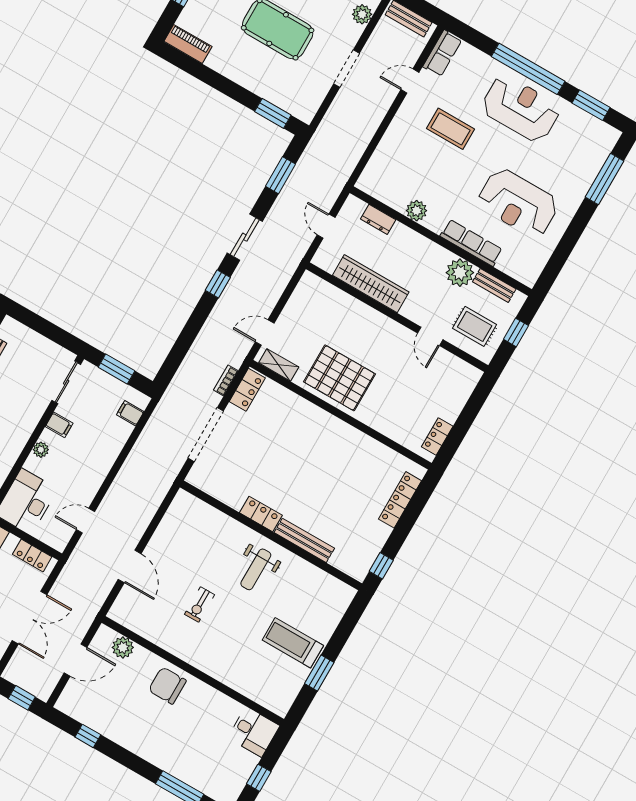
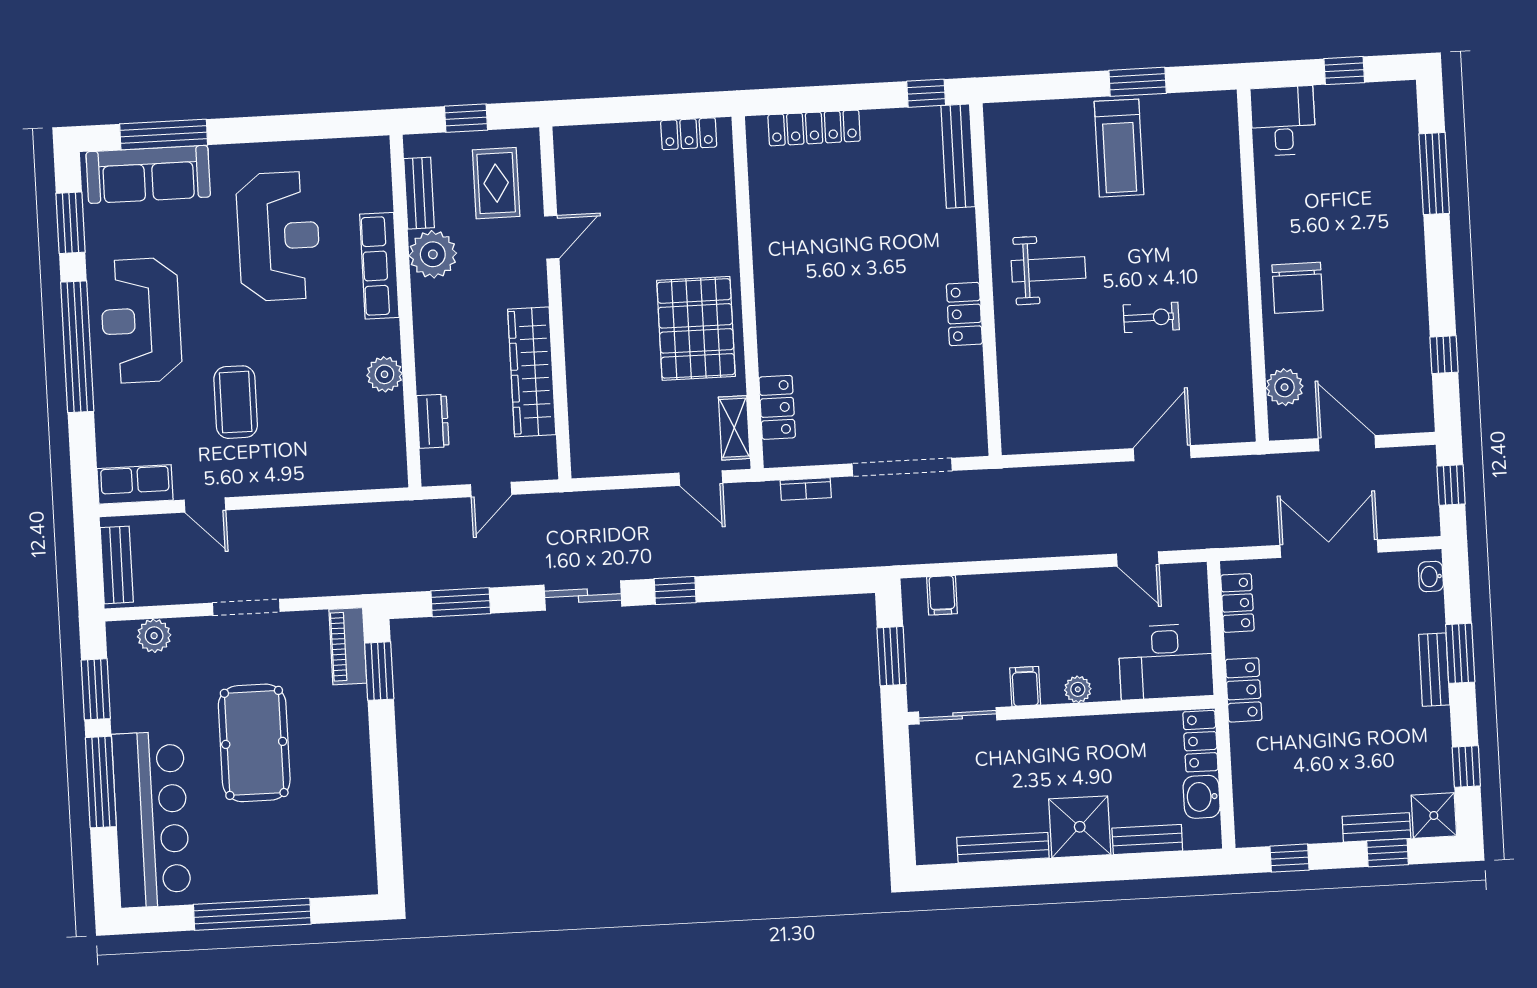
piano: (188, 44) -> (348, 646), moved
sofa: (590, 159) -> (148, 174), added
locker: (247, 390) -> (777, 407), moved, turned 90
bench: (304, 540) -> (958, 156), moved

